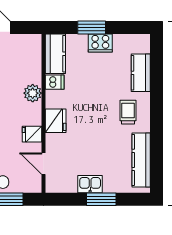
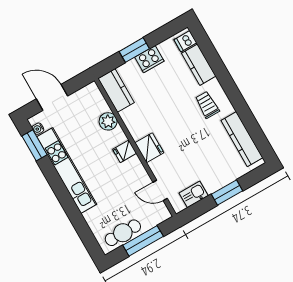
dishwasher: (55, 82) -> (185, 41), moved, turned 180
plant: (33, 93) -> (108, 121), moved
fridge: (32, 134) -> (125, 151), moved
kitchen sink: (90, 184) -> (194, 194), moved

